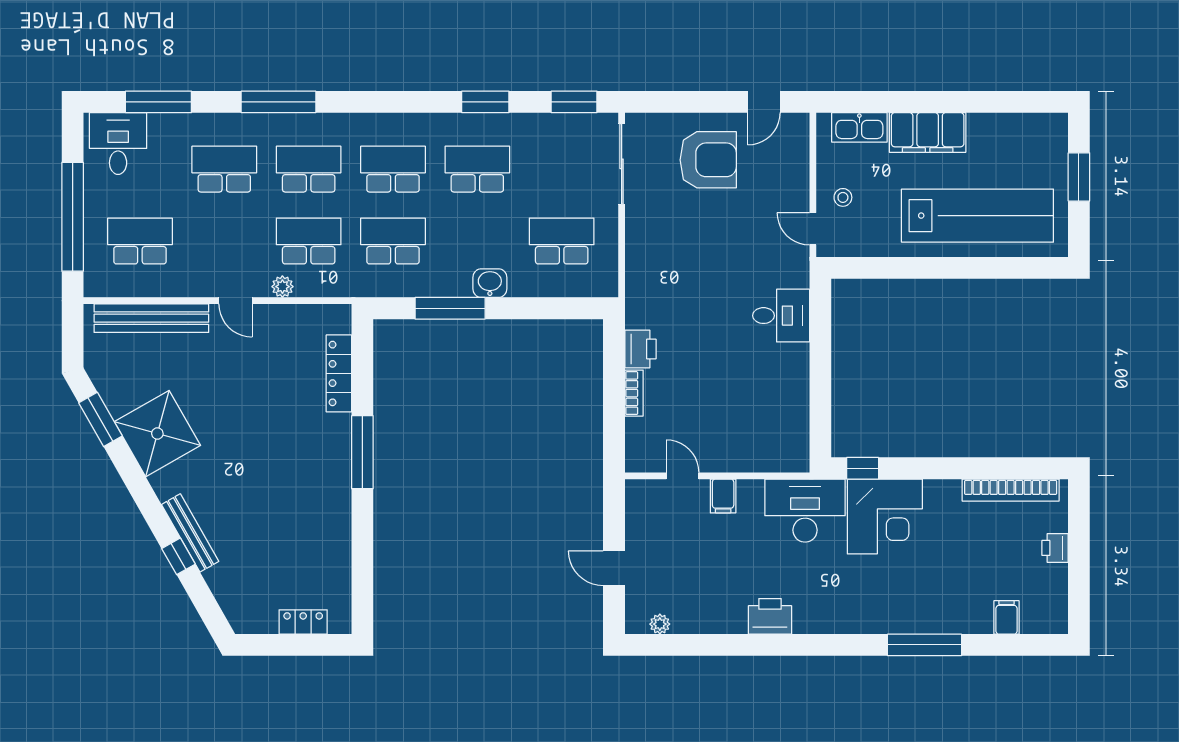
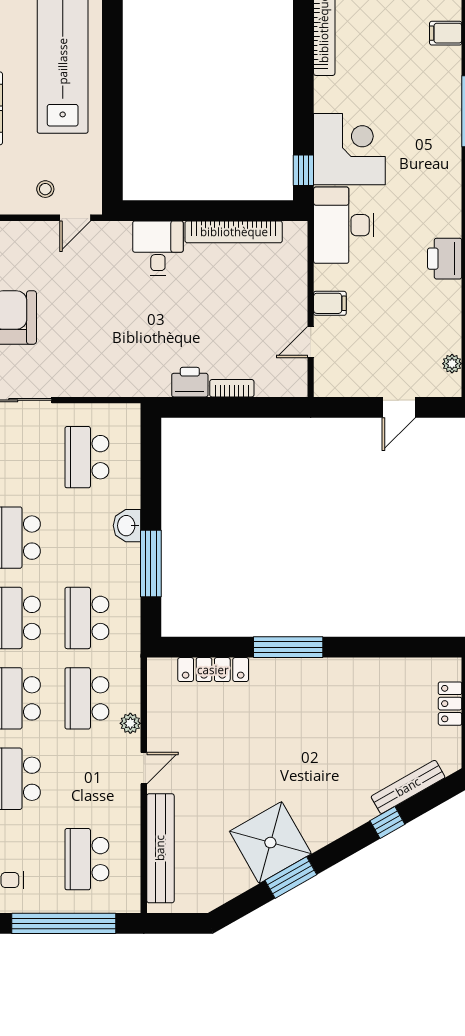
bookcase: (798, 395) -> (234, 232), added
window: (100, 419) -> (291, 878), moved
bench: (190, 533) -> (408, 787), moved

